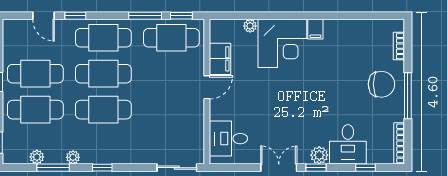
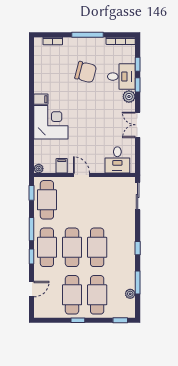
window: (75, 16) -> (32, 256), moved
window: (145, 16) -> (32, 229), moved
plant: (250, 26) -> (39, 169), moved
filing cabinet: (220, 59) -> (62, 166), width x0.50
chair: (381, 84) -> (86, 72), moved, turned 105
plant: (73, 157) -> (130, 269), removed
window: (316, 168) -> (138, 85), moved

